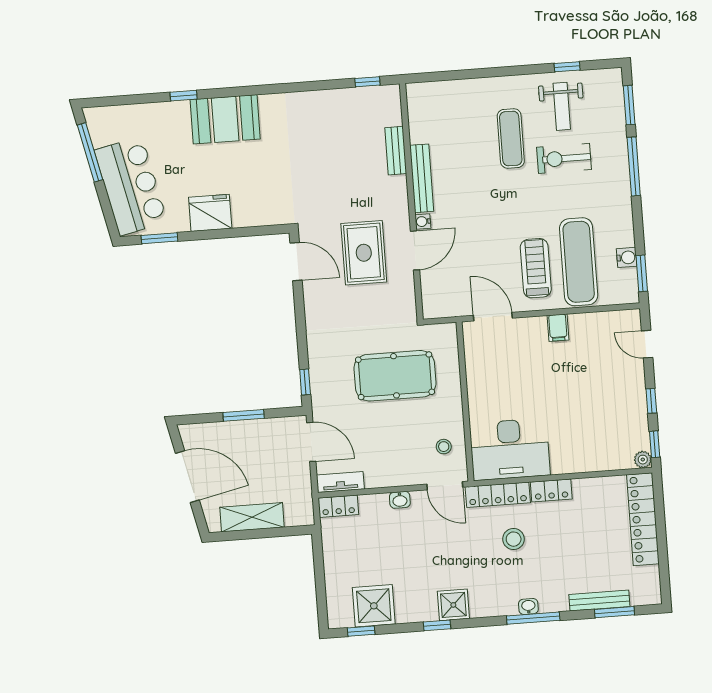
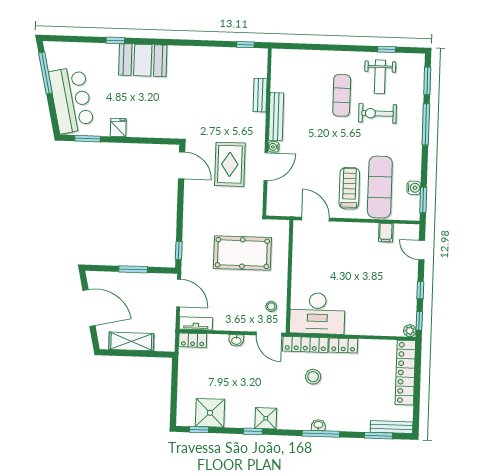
fridge: (210, 213) -> (118, 128), width x0.53, depth x0.75
filing cabinet: (558, 328) -> (386, 233), moved
bench: (599, 600) -> (392, 427), moved

